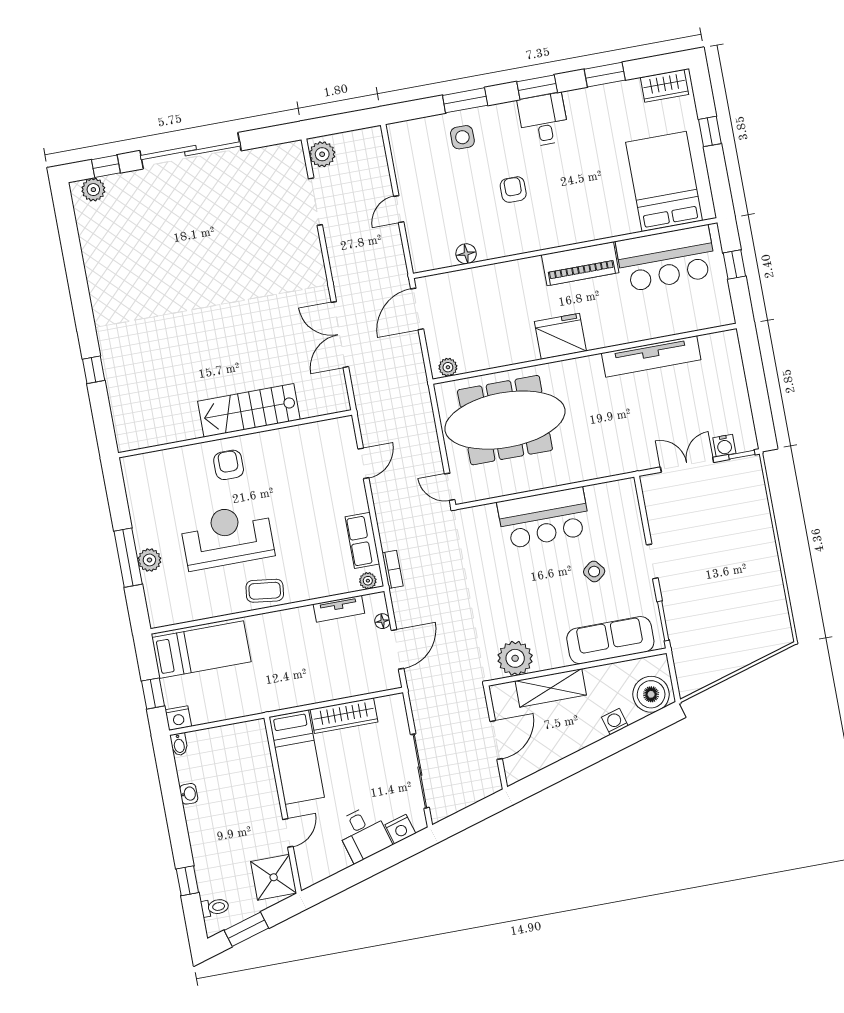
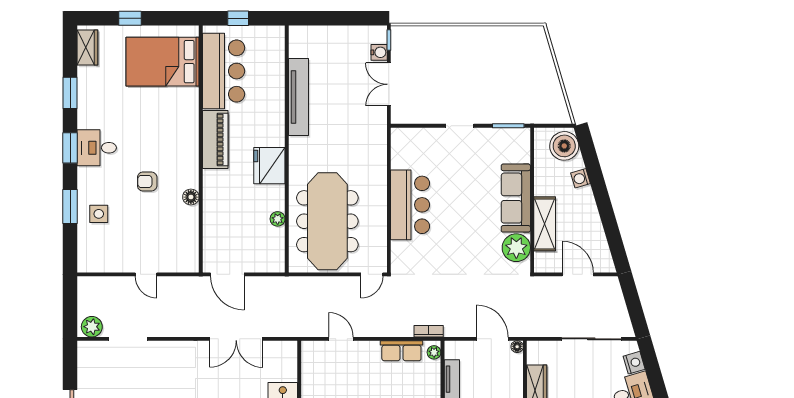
floor lamp: (466, 254) -> (191, 197), moved
plant: (448, 367) -> (278, 219), moved
side table: (594, 572) -> (459, 173), removed
floor lamp: (382, 621) -> (517, 347), moved
sofa: (610, 640) -> (516, 198), moved

